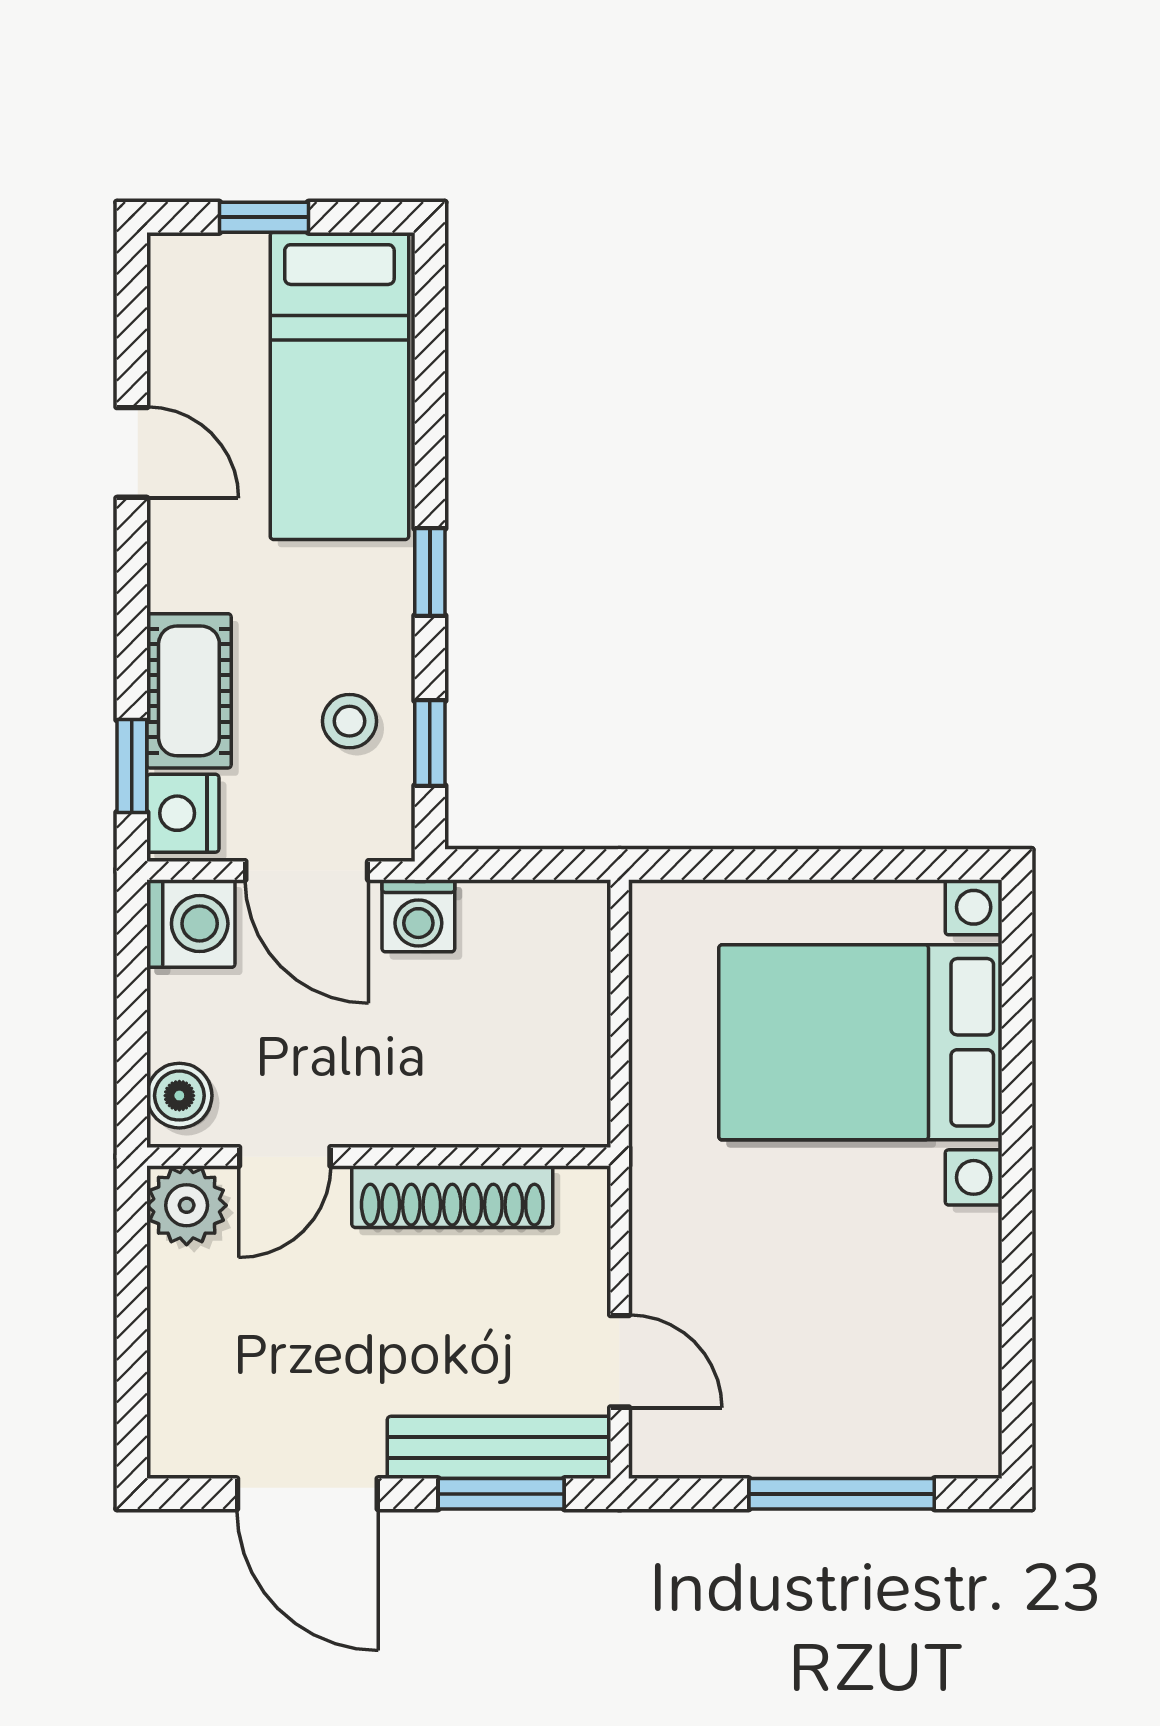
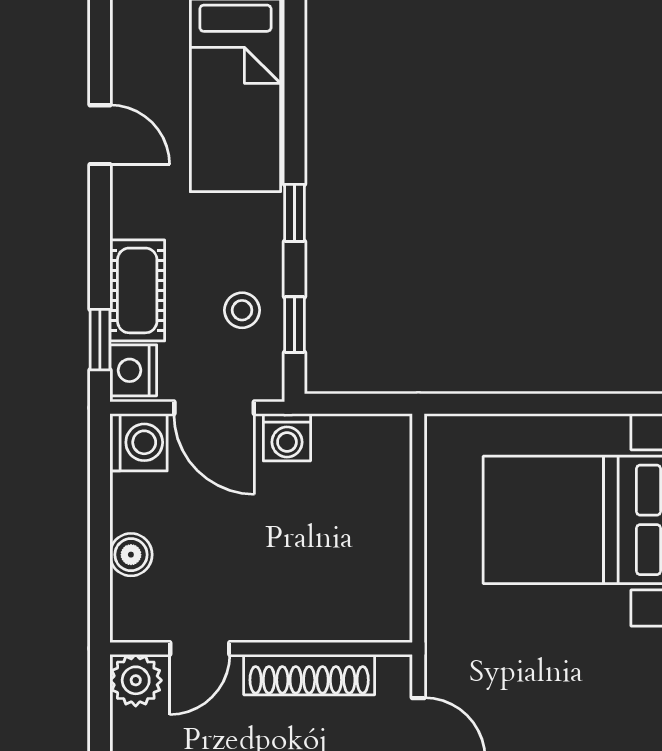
door: (285, 1157) -> (200, 648), moved
wall: (379, 1157) -> (261, 648), moved
shoe rack: (452, 1197) -> (309, 675), moved
plant: (187, 1205) -> (136, 680), moved

